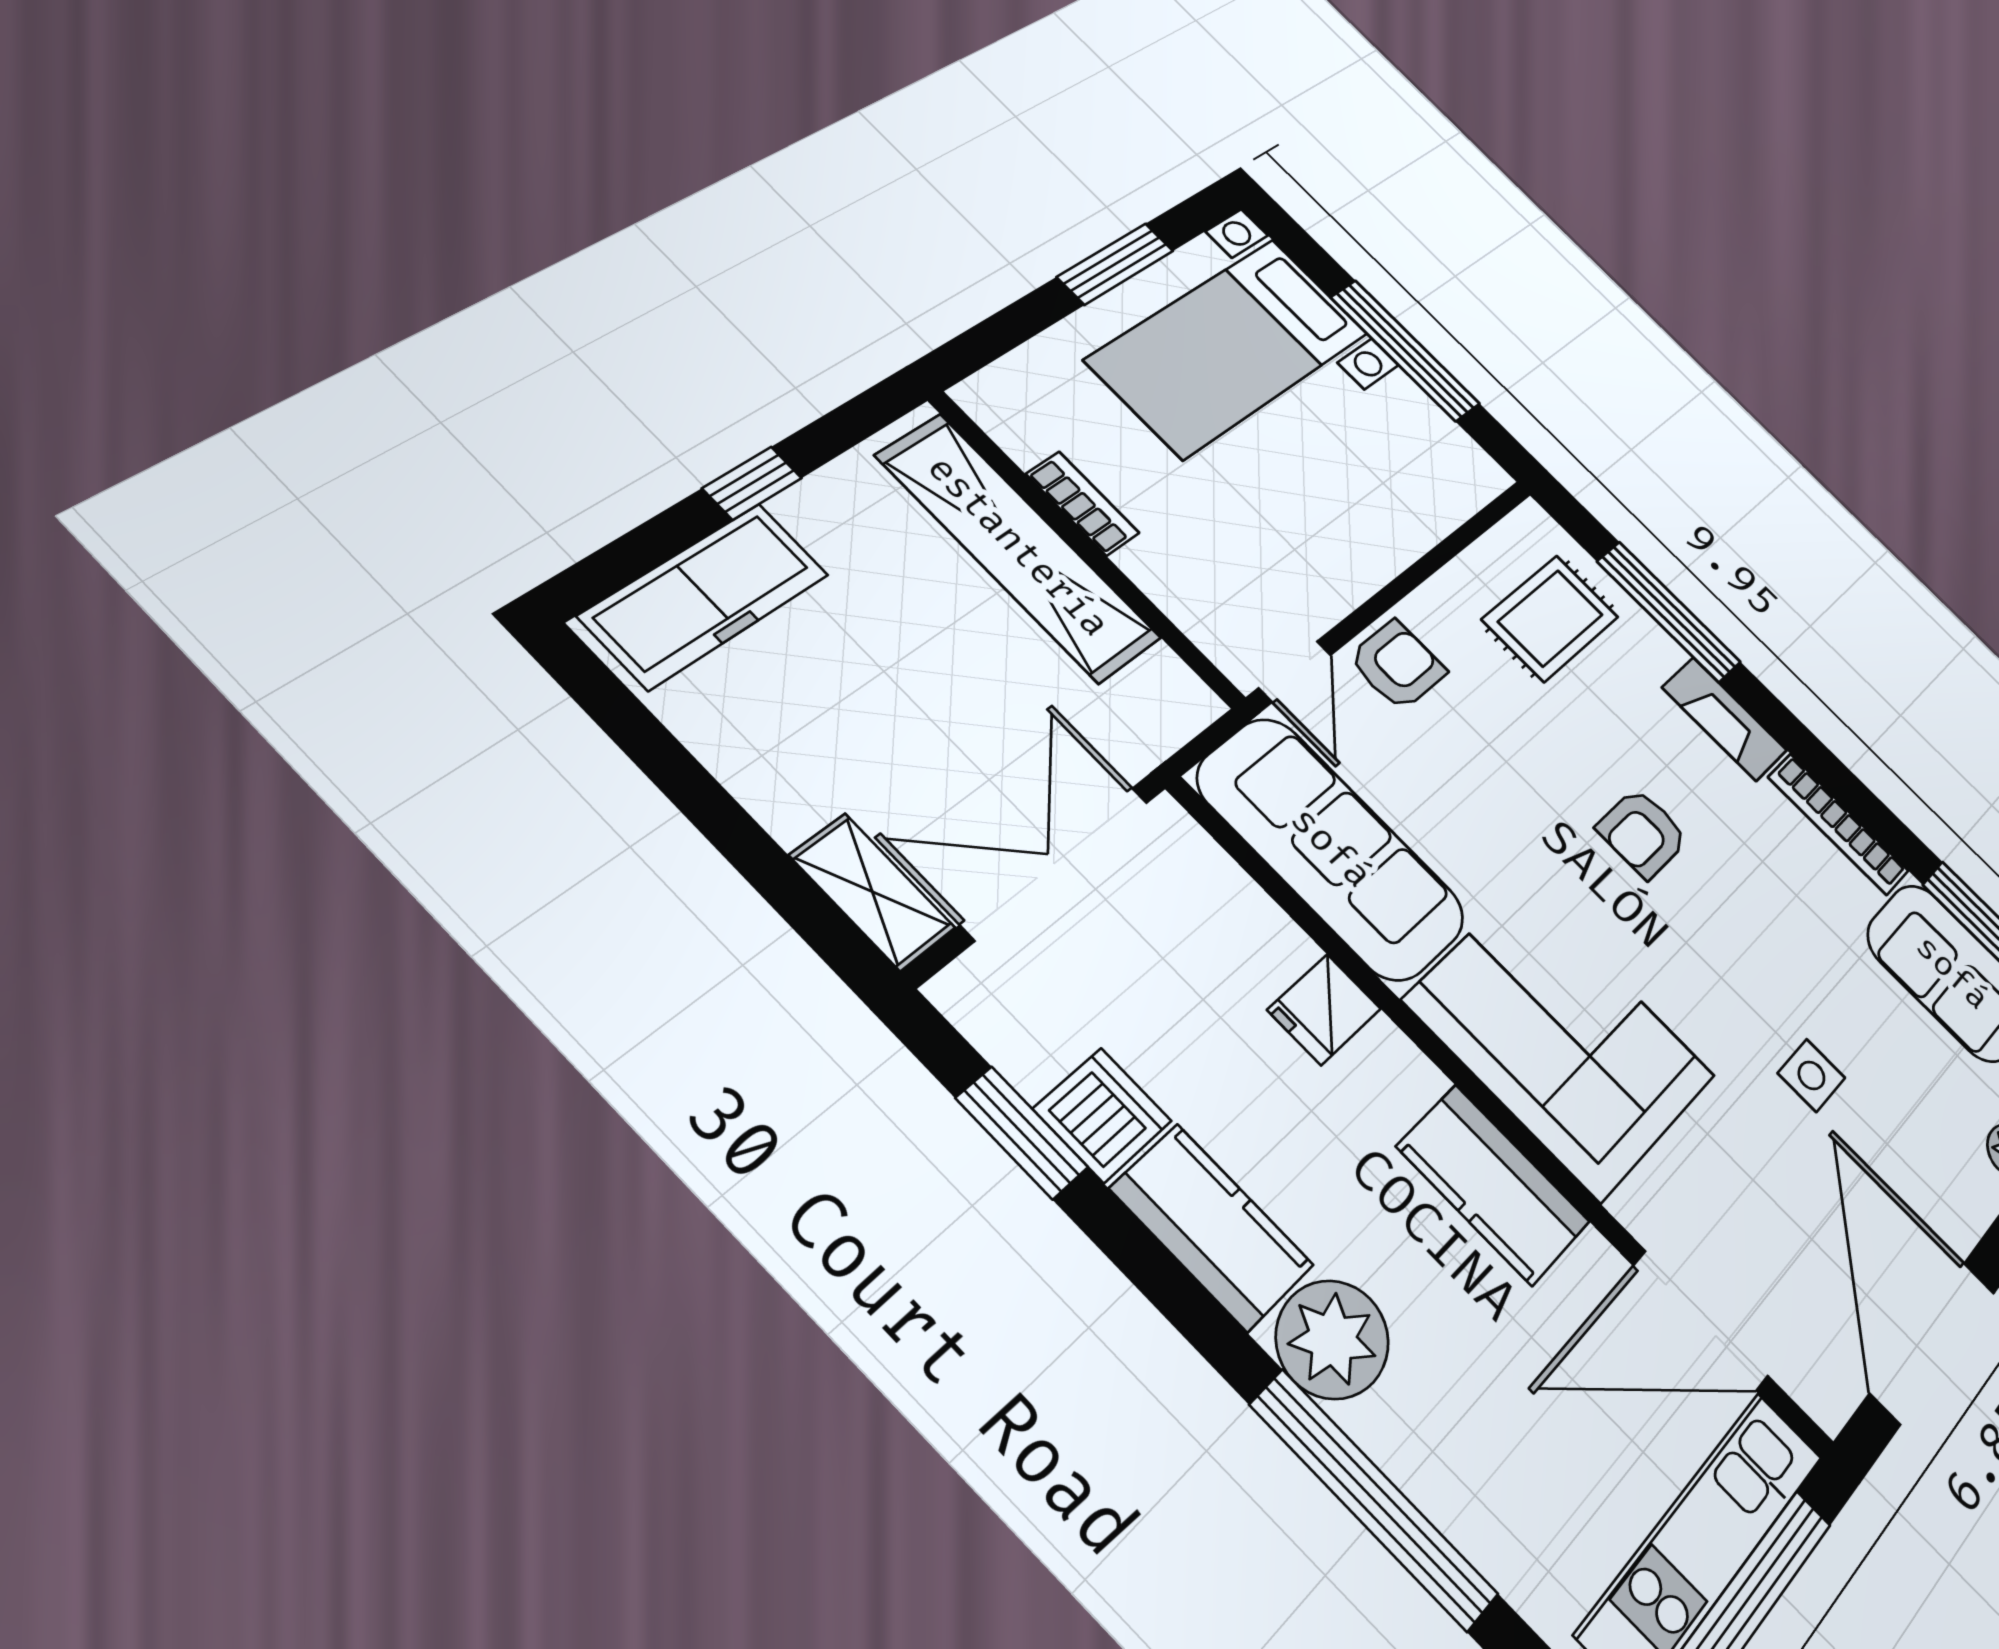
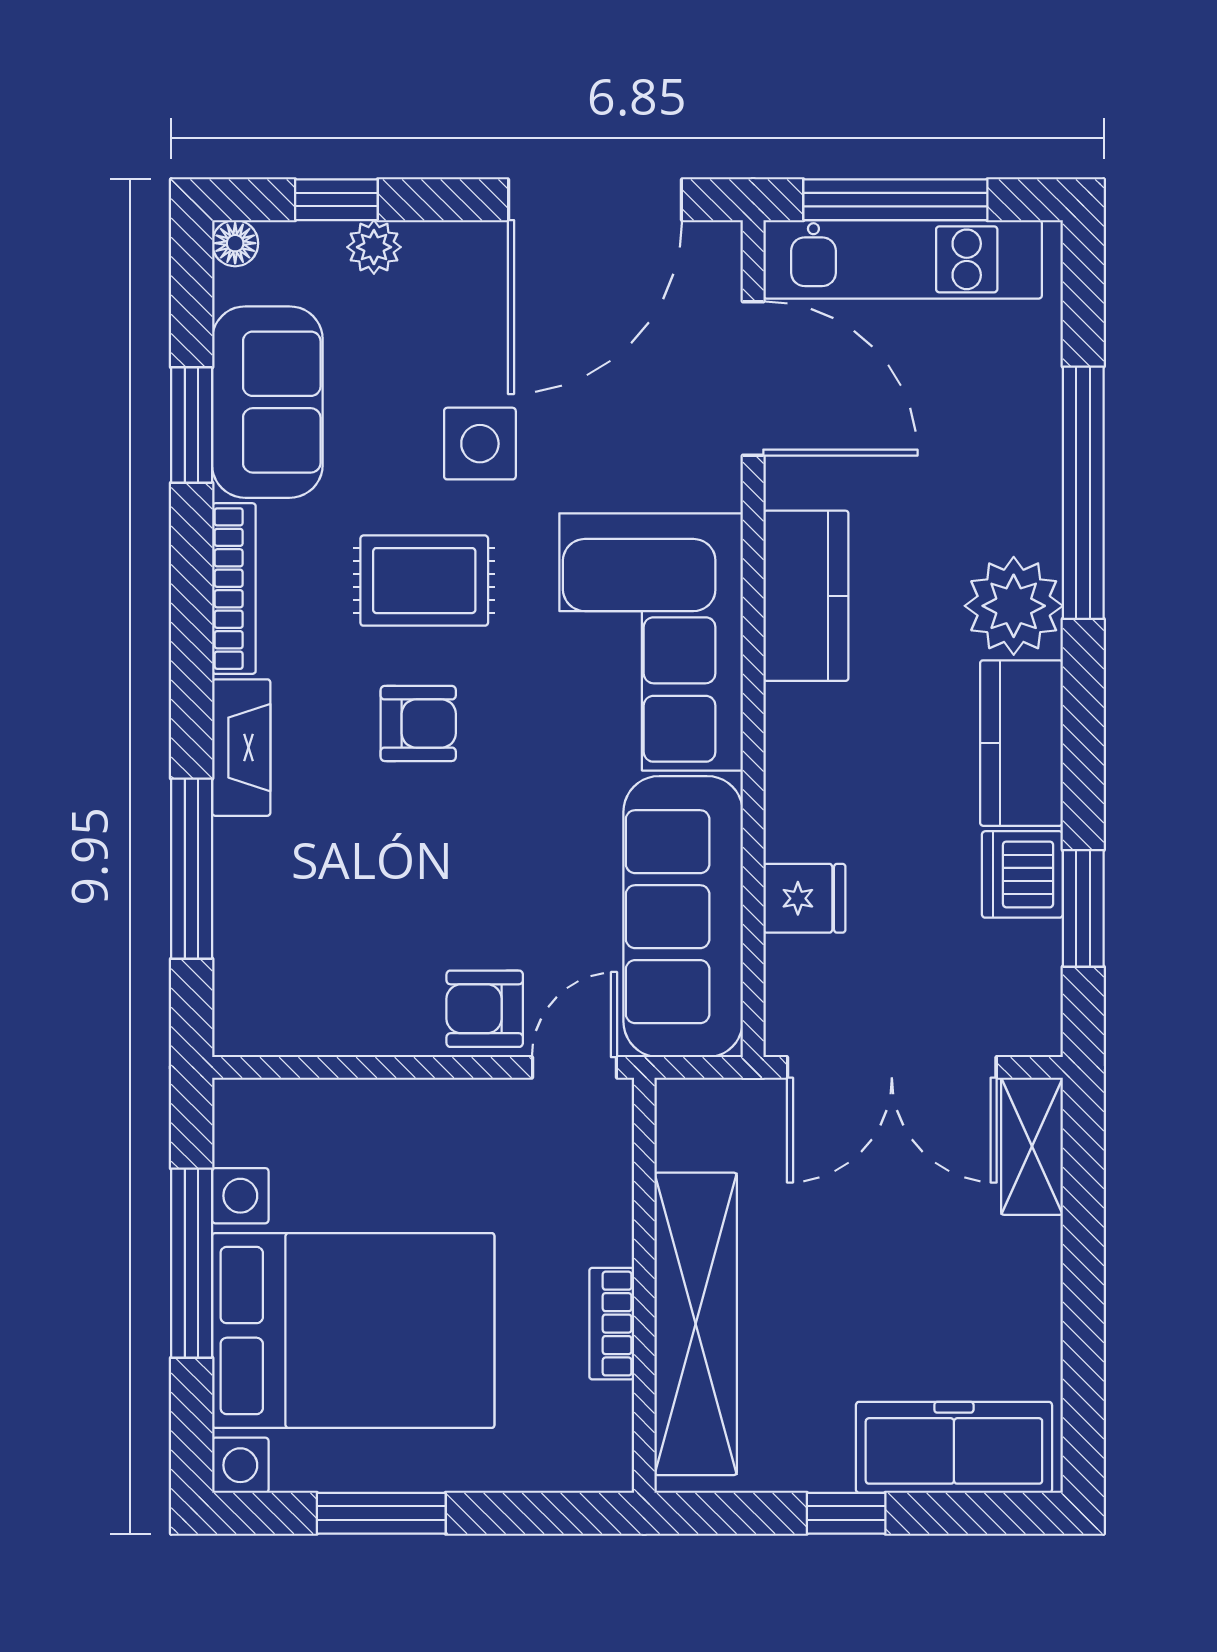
bed with nightstands: (1229, 346) -> (353, 1330), width x1.36
rug: (1550, 618) -> (424, 581), moved
fridge: (1324, 1009) -> (804, 898), moved
side table: (1811, 1075) -> (480, 444), width x1.37, depth x1.37

